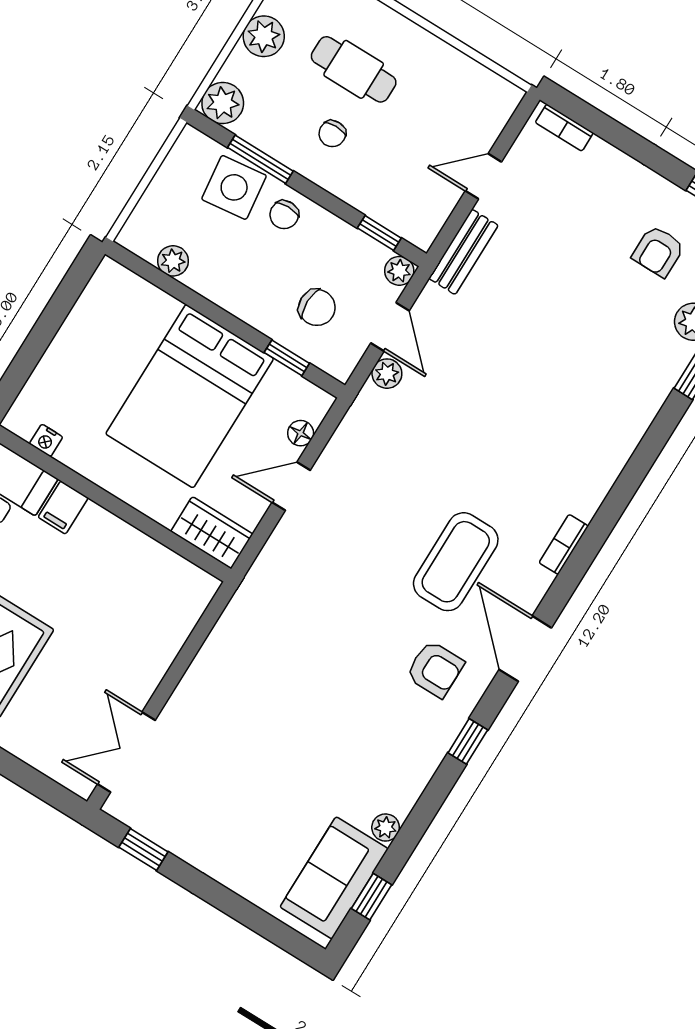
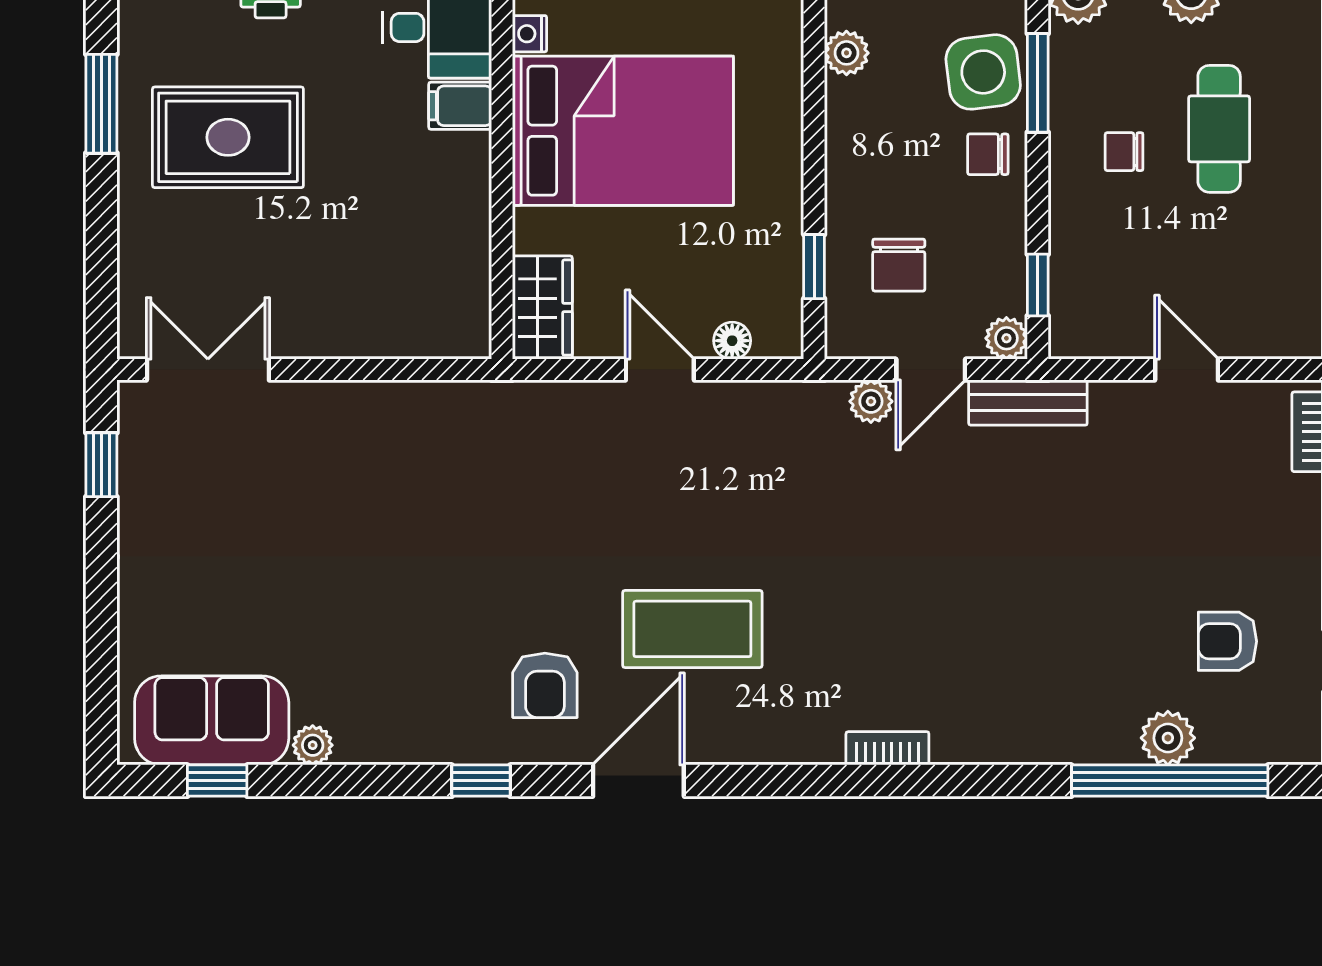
bench: (463, 252) -> (1028, 403), moved
bed: (190, 396) -> (623, 131), moved, turned 180
bookcase: (564, 544) -> (887, 748), moved

